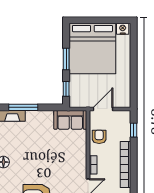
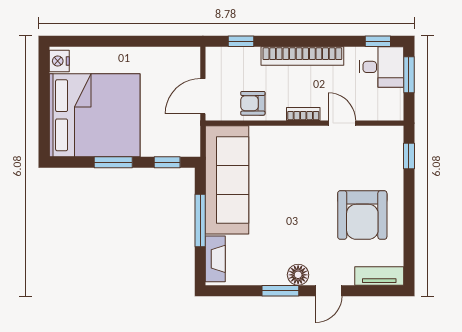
window: (23, 107) -> (200, 220), moved
door: (103, 109) -> (203, 96), hinge flipped
sofa: (70, 120) -> (227, 180), width x1.85, depth x1.27

